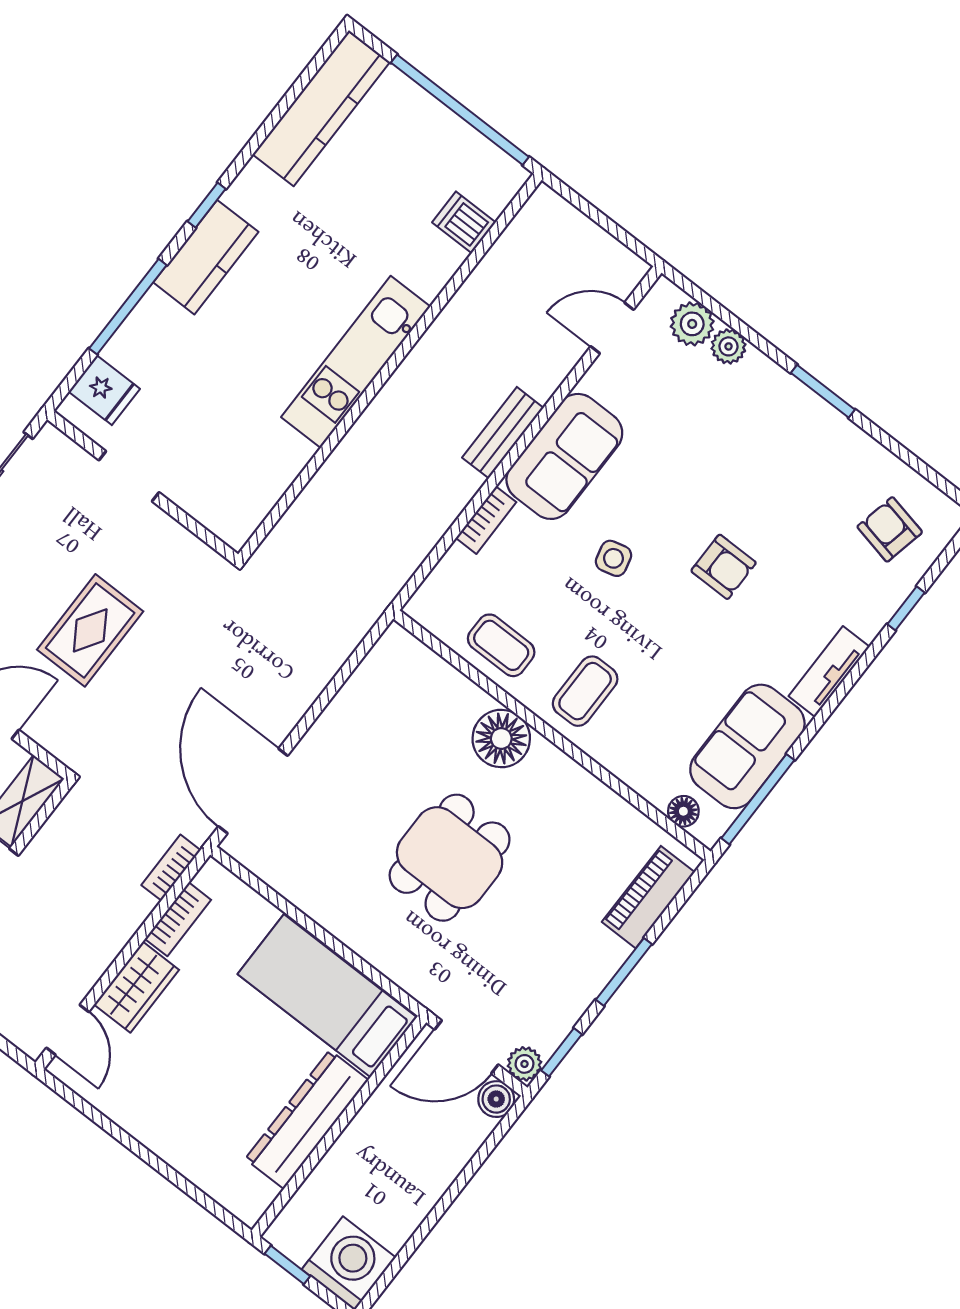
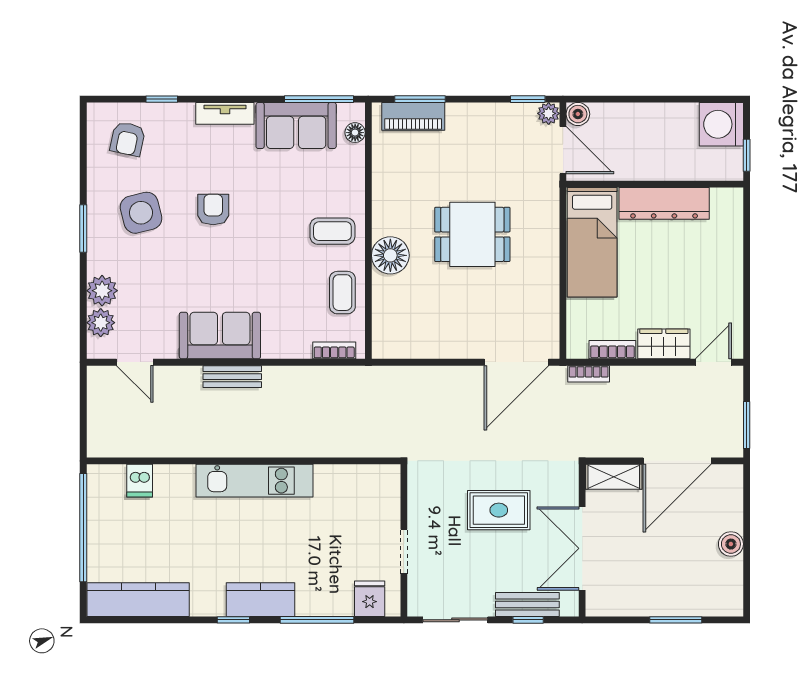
plant: (729, 346) -> (102, 291), width x1.38, depth x1.38
bookcase: (486, 520) -> (334, 350), moved
side table: (613, 558) -> (141, 213), moved, width x1.87, depth x1.87
window: (624, 972) -> (420, 99), moved

